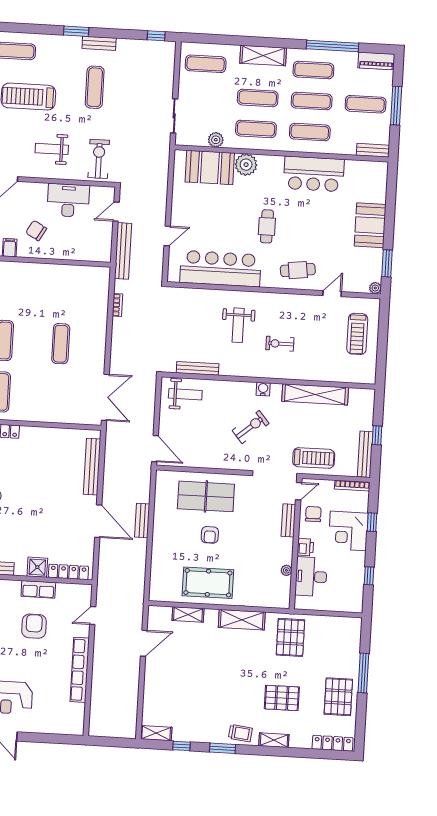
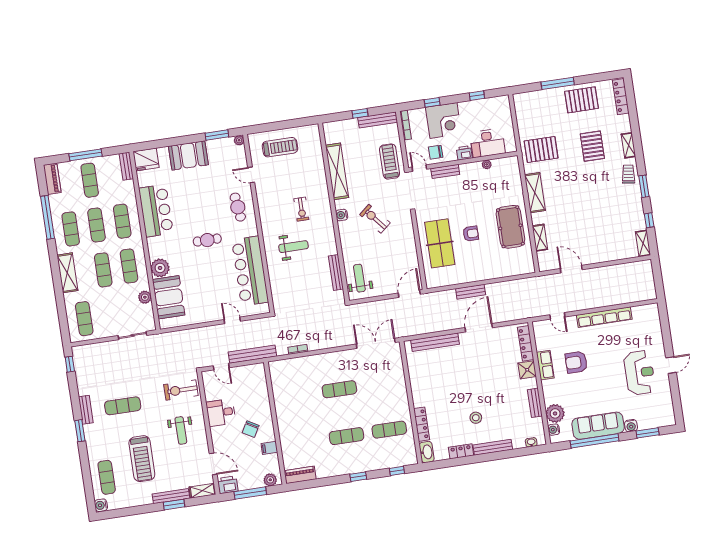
fridge: (376, 175) -> (146, 159), added
desk: (68, 200) -> (221, 413), width x0.73

